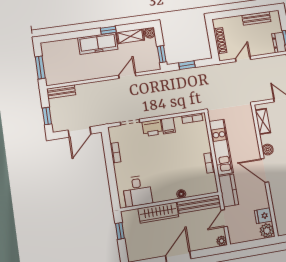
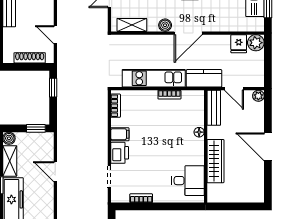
window: (187, 65) -> (53, 88), moved
bench: (199, 204) -> (214, 108), width x0.73
window: (120, 231) -> (228, 206), removed

